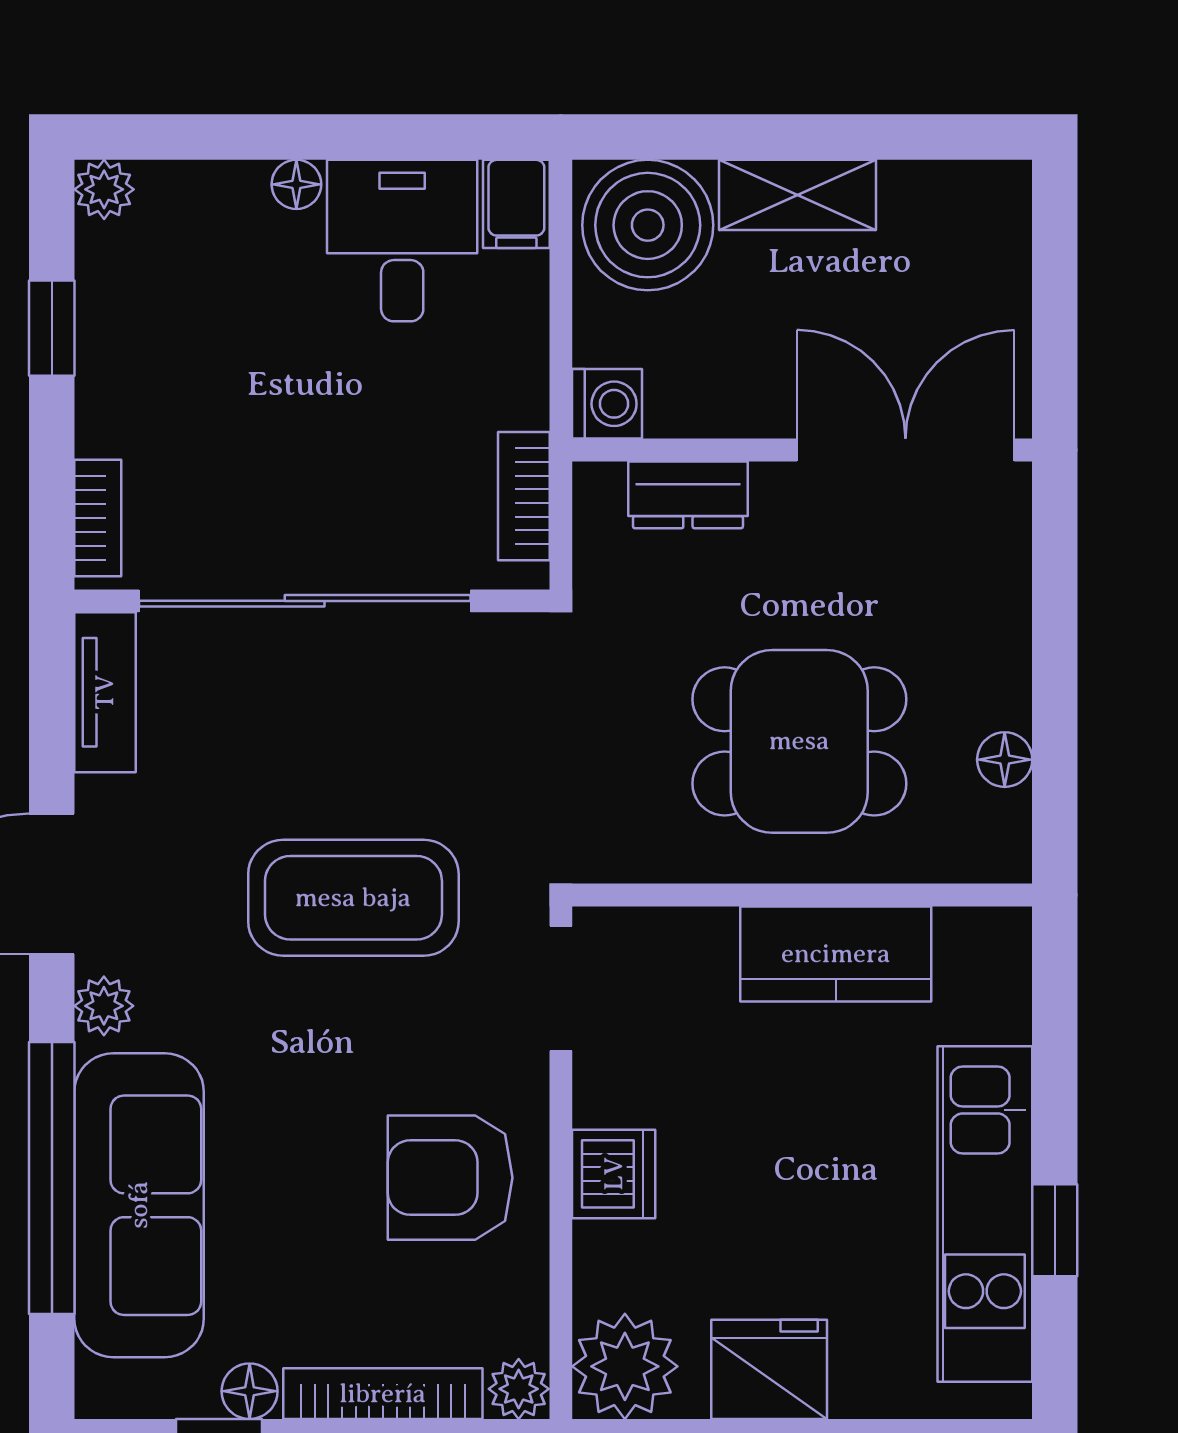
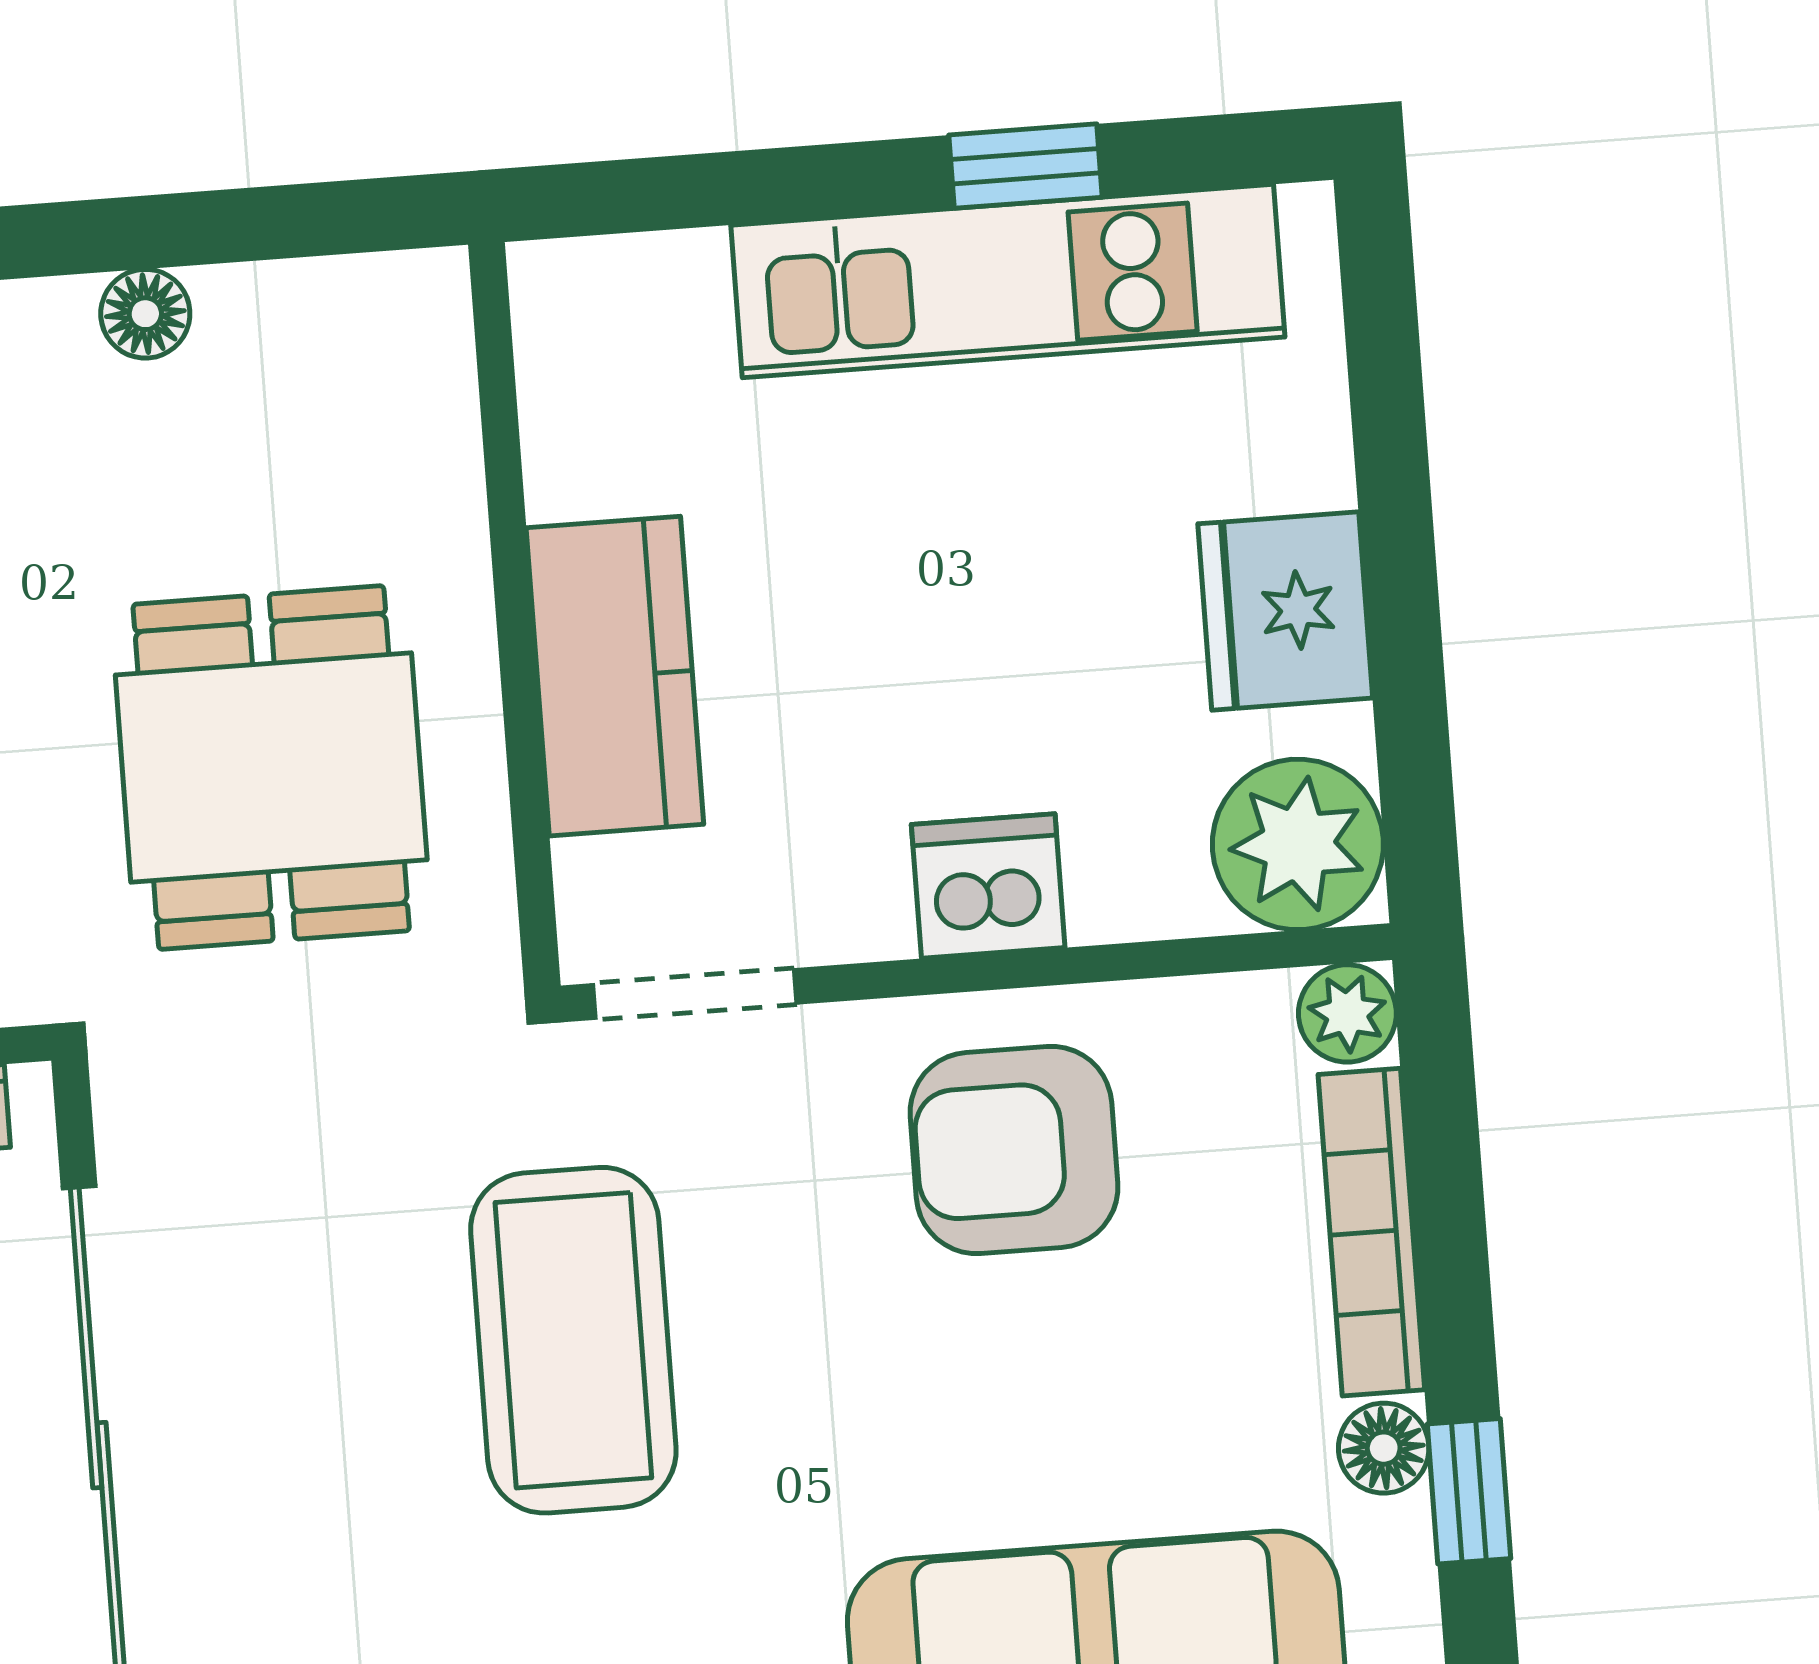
dining table: (799, 741) -> (271, 767), moved
floor lamp: (1005, 760) -> (145, 314), moved
kitchen counter: (836, 954) -> (615, 676), moved
armchair: (450, 1178) -> (1014, 1150), turned 90

